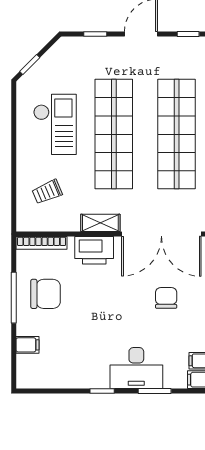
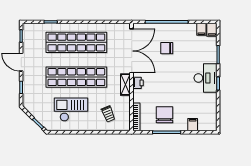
printer: (94, 250) -> (138, 83), width x0.53, depth x0.68
desk: (136, 368) -> (205, 78), moved

